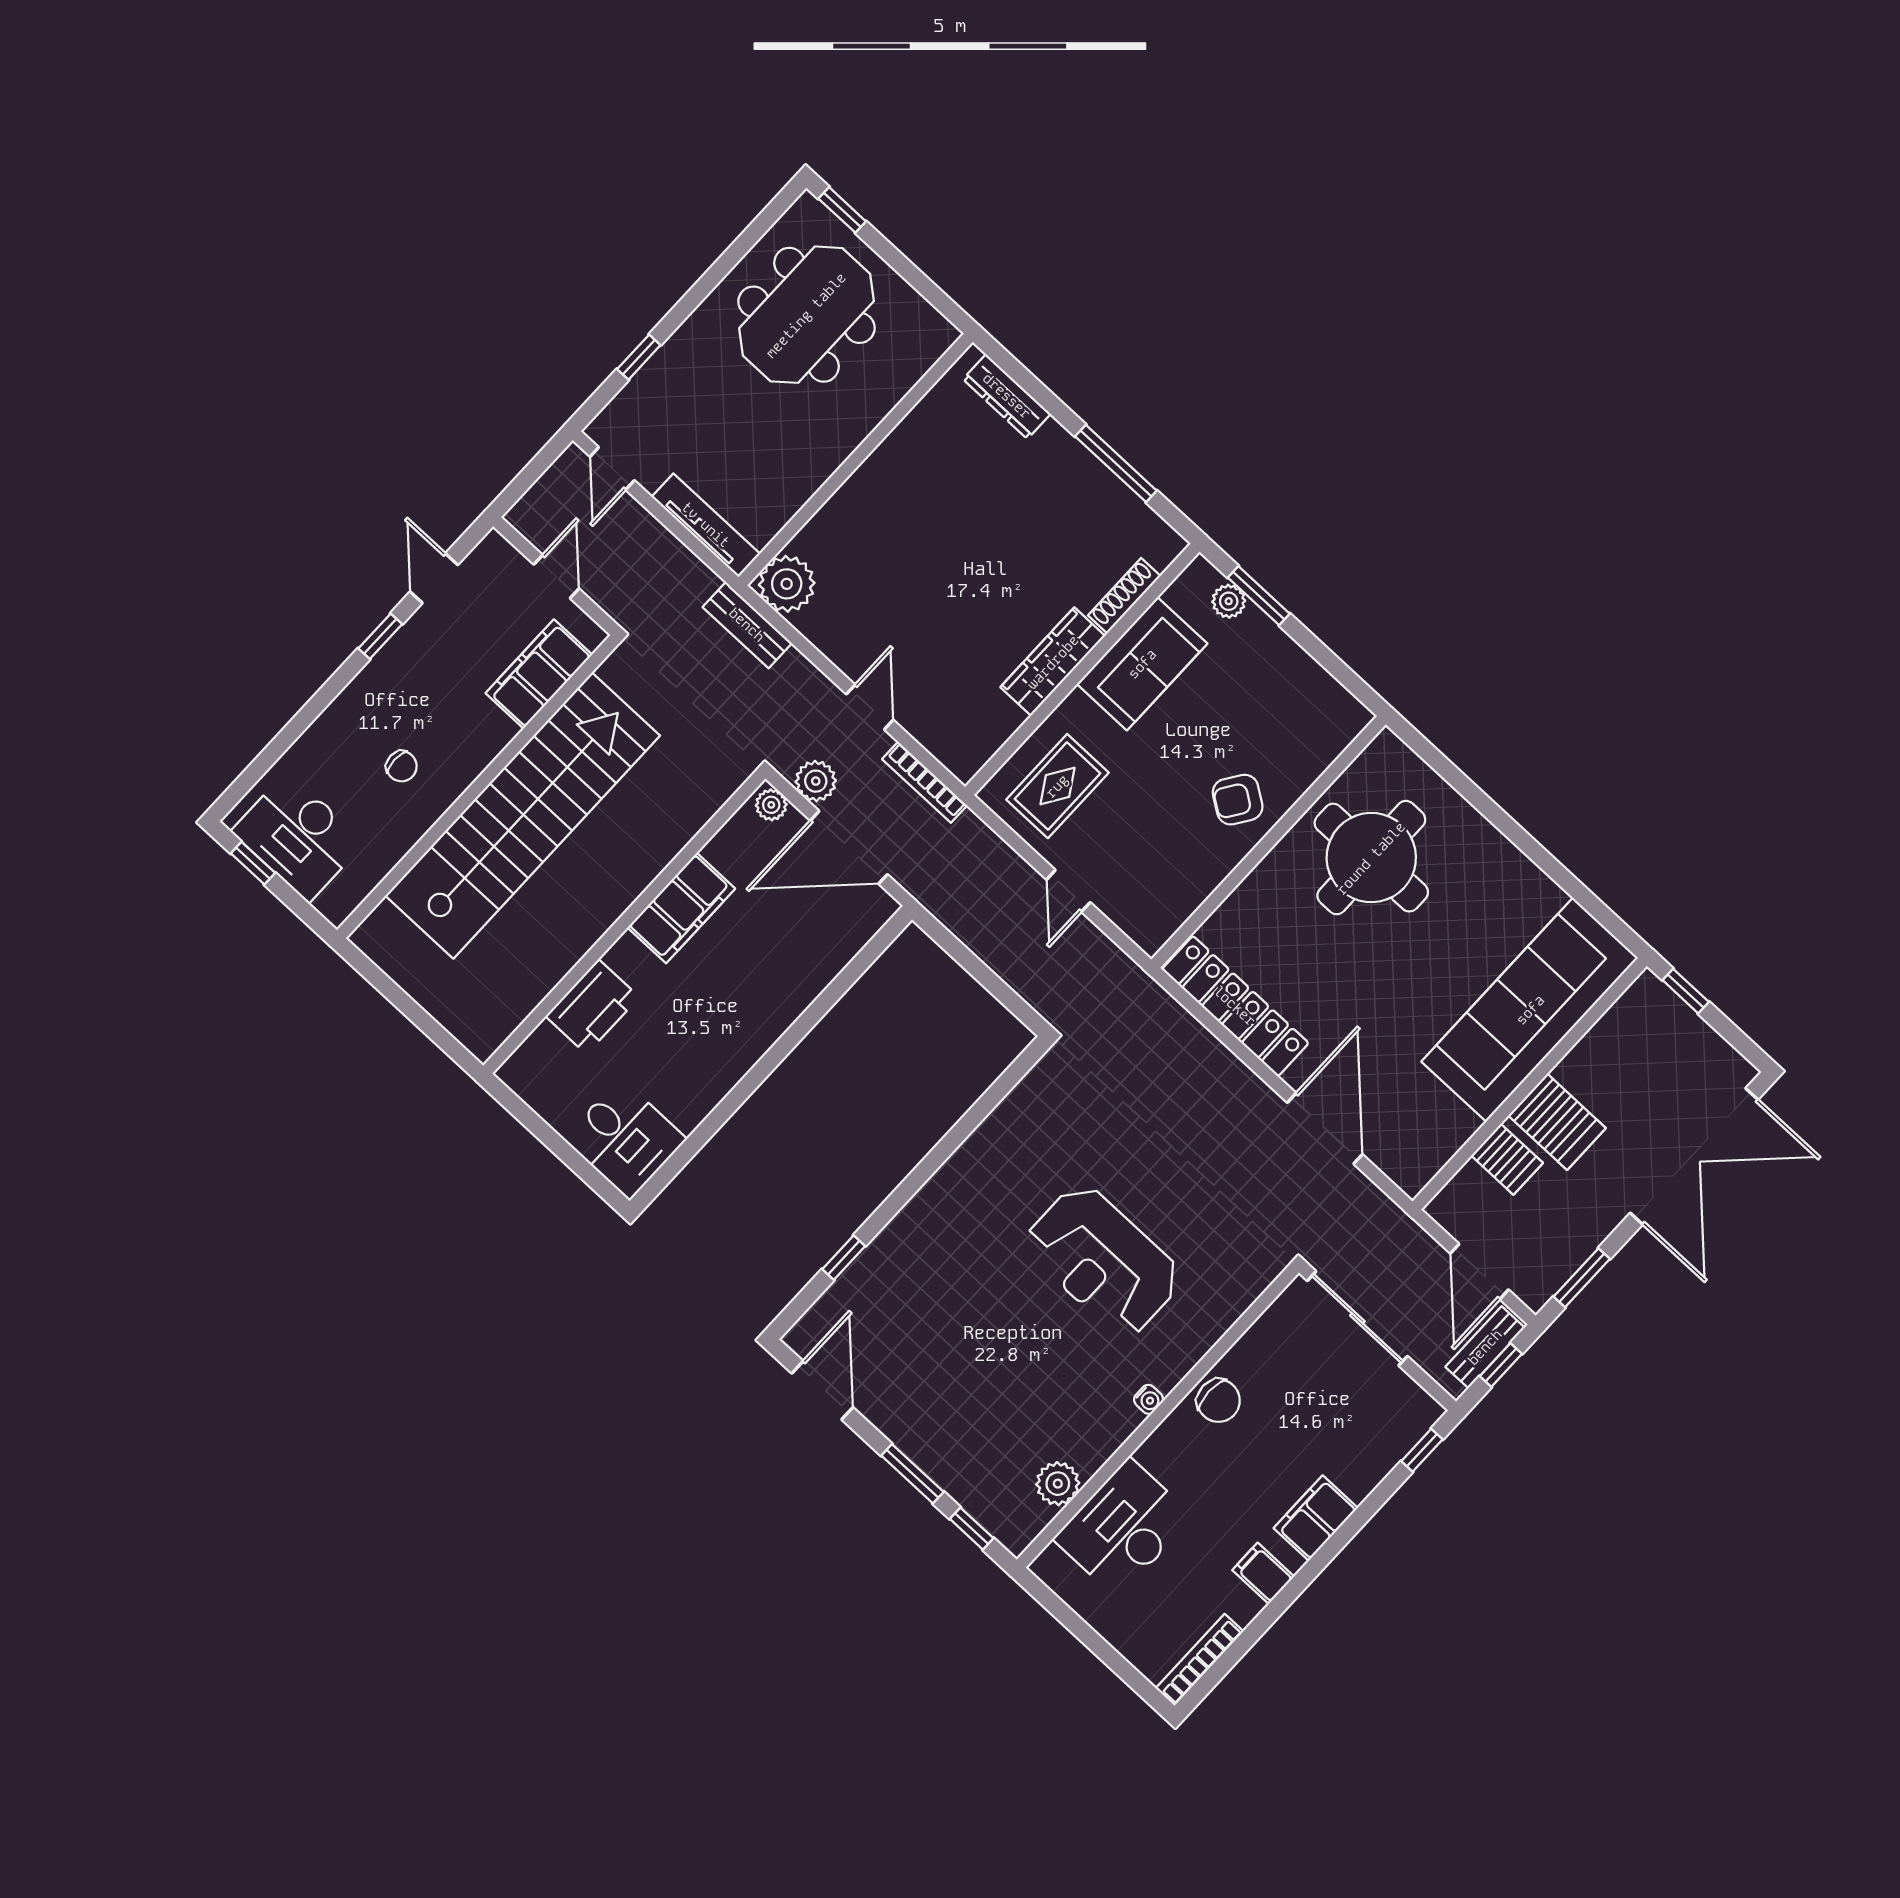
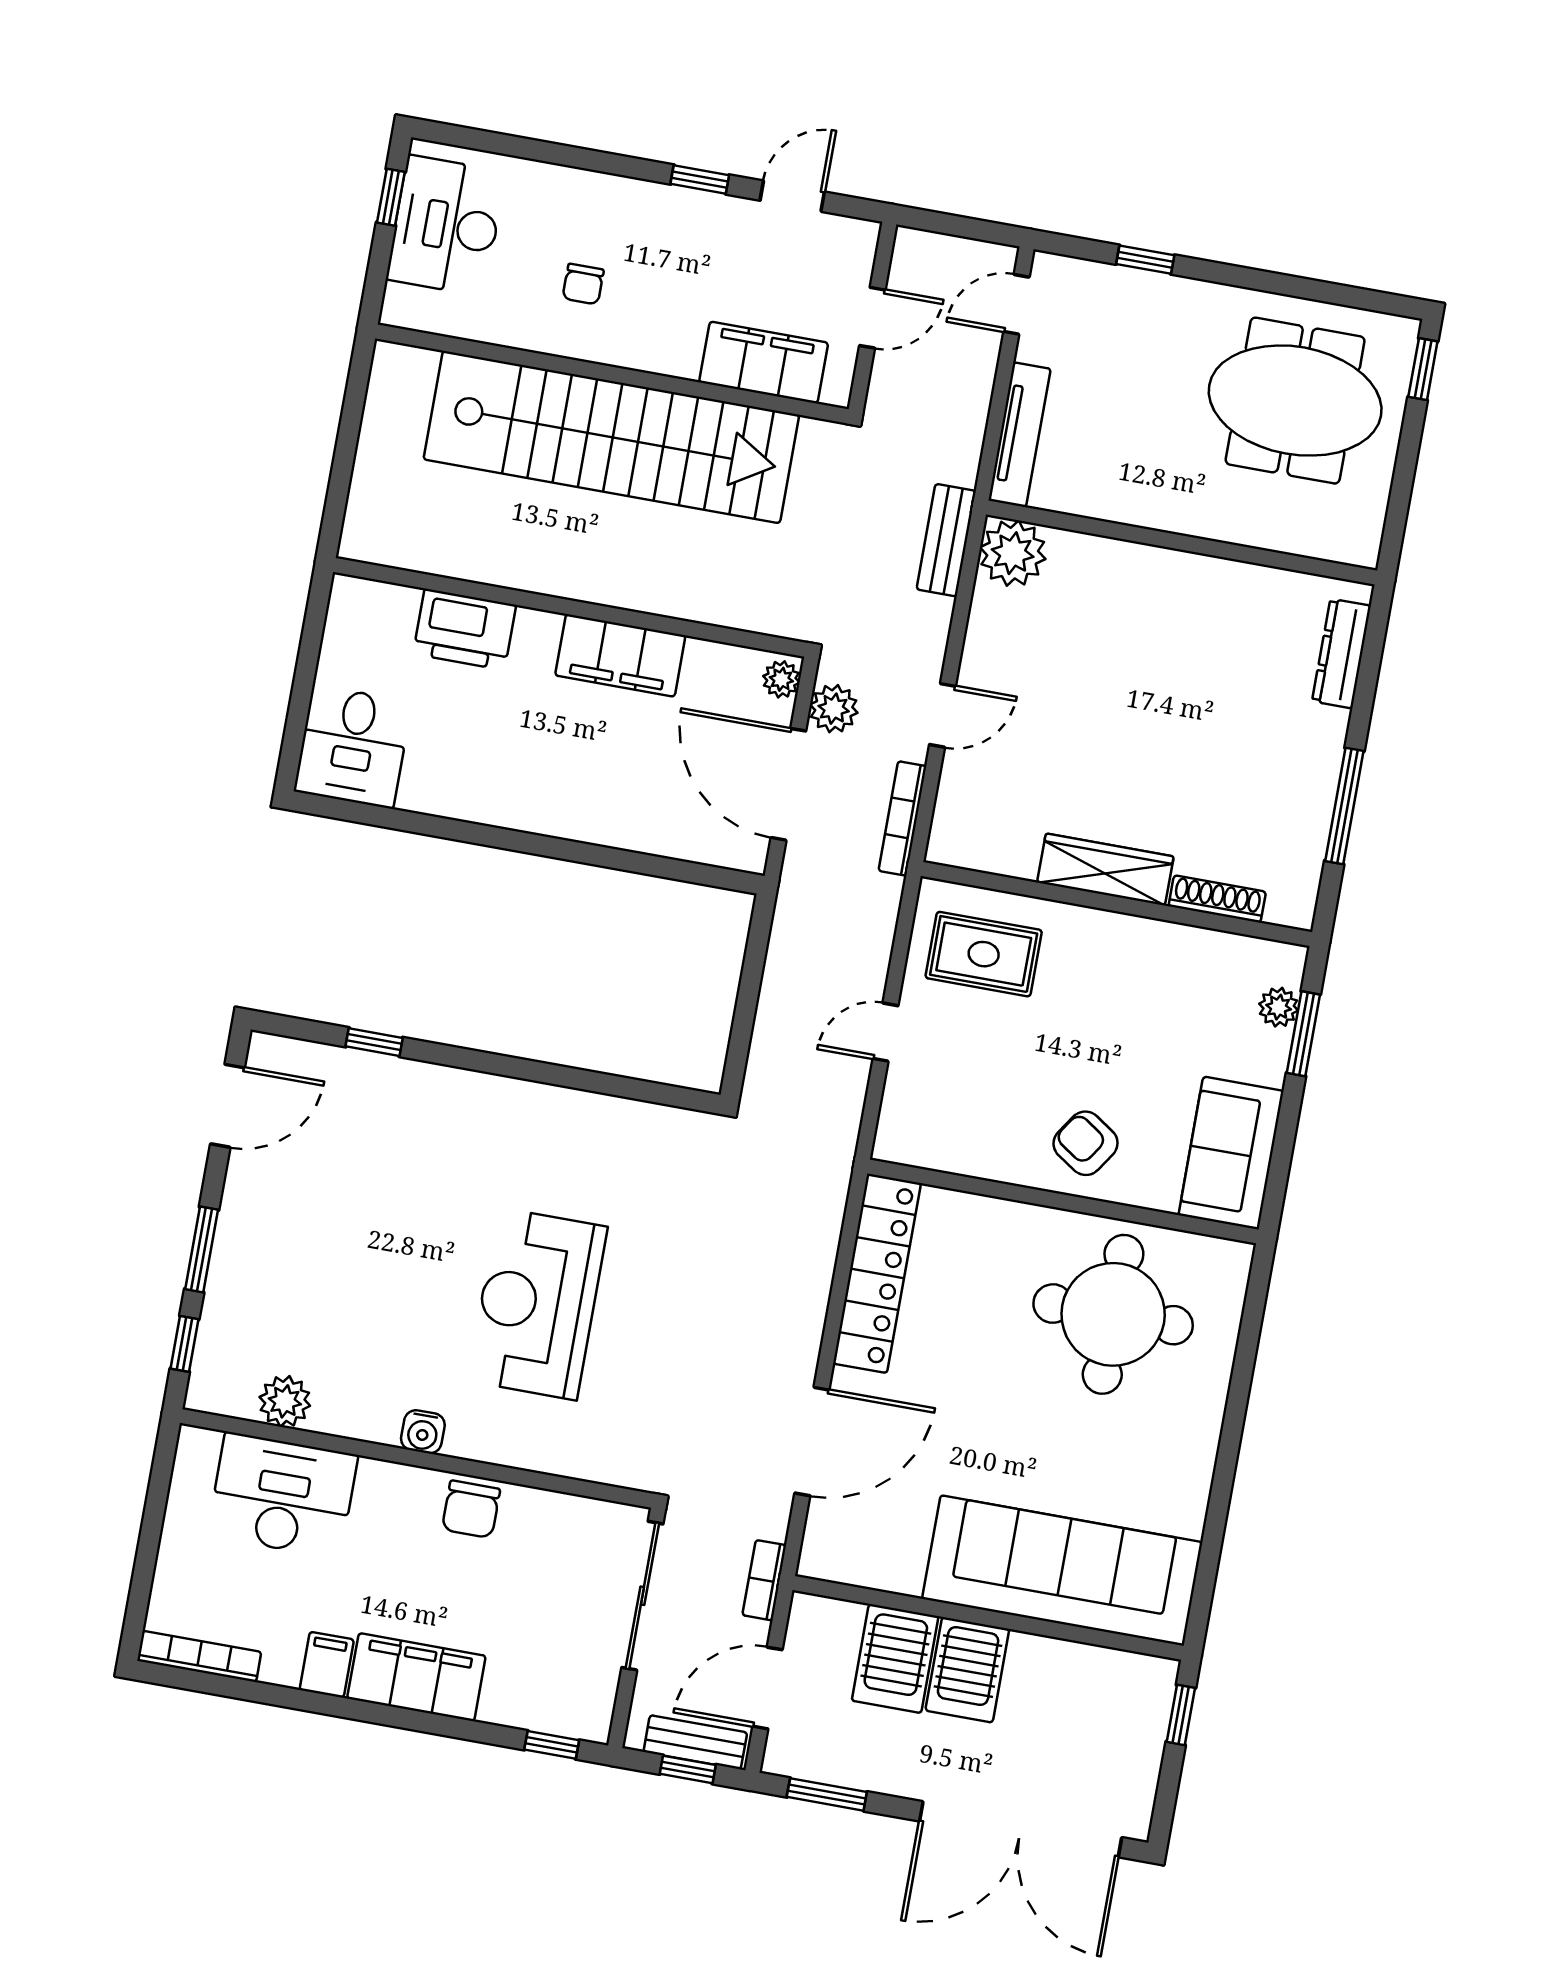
sofa: (1142, 664) -> (1231, 1153), moved, turned 90
server rack: (1507, 1159) -> (895, 1658), width x1.36, depth x1.44
bookcase: (1402, 1225) -> (764, 1580), added
water cooler: (1149, 1399) -> (423, 1432), width x1.38, depth x1.38
filing cabinet: (1316, 1518) -> (416, 1677), width x1.50, depth x1.17

